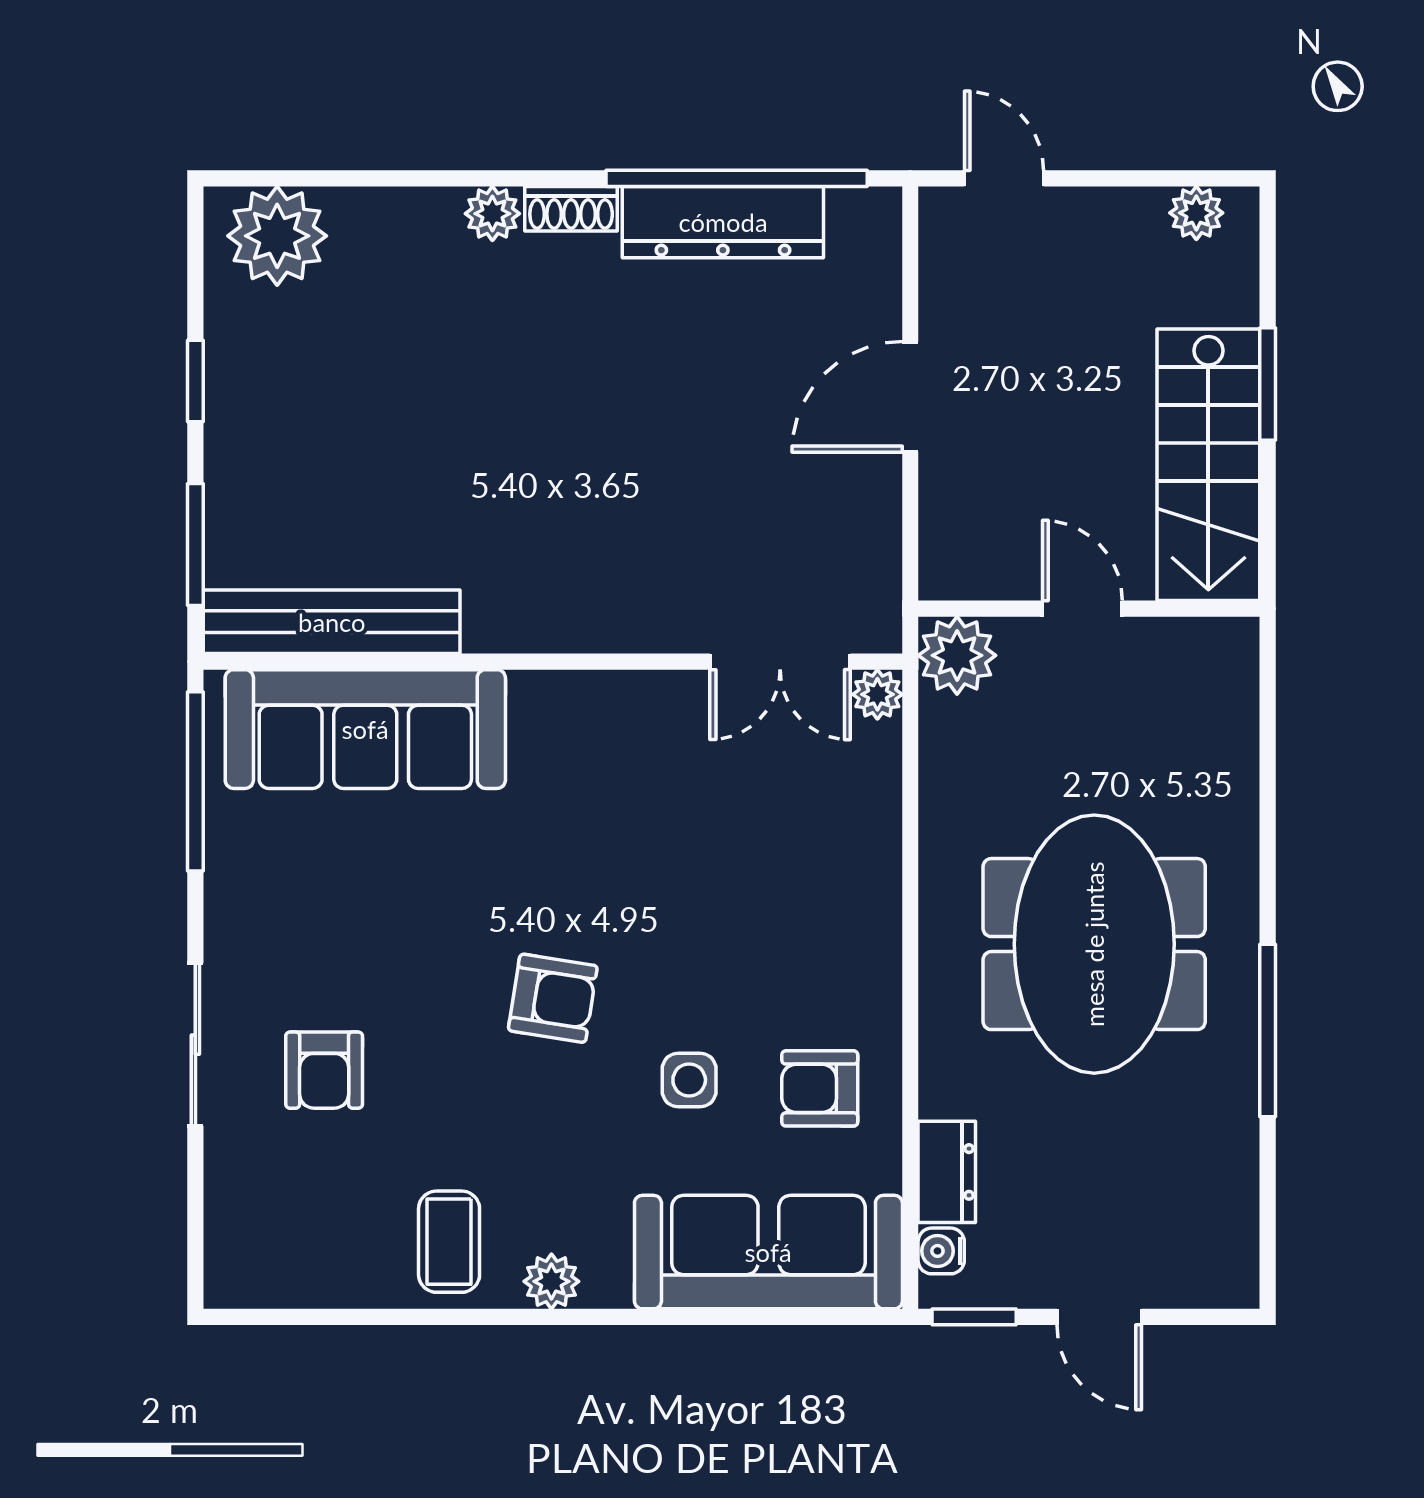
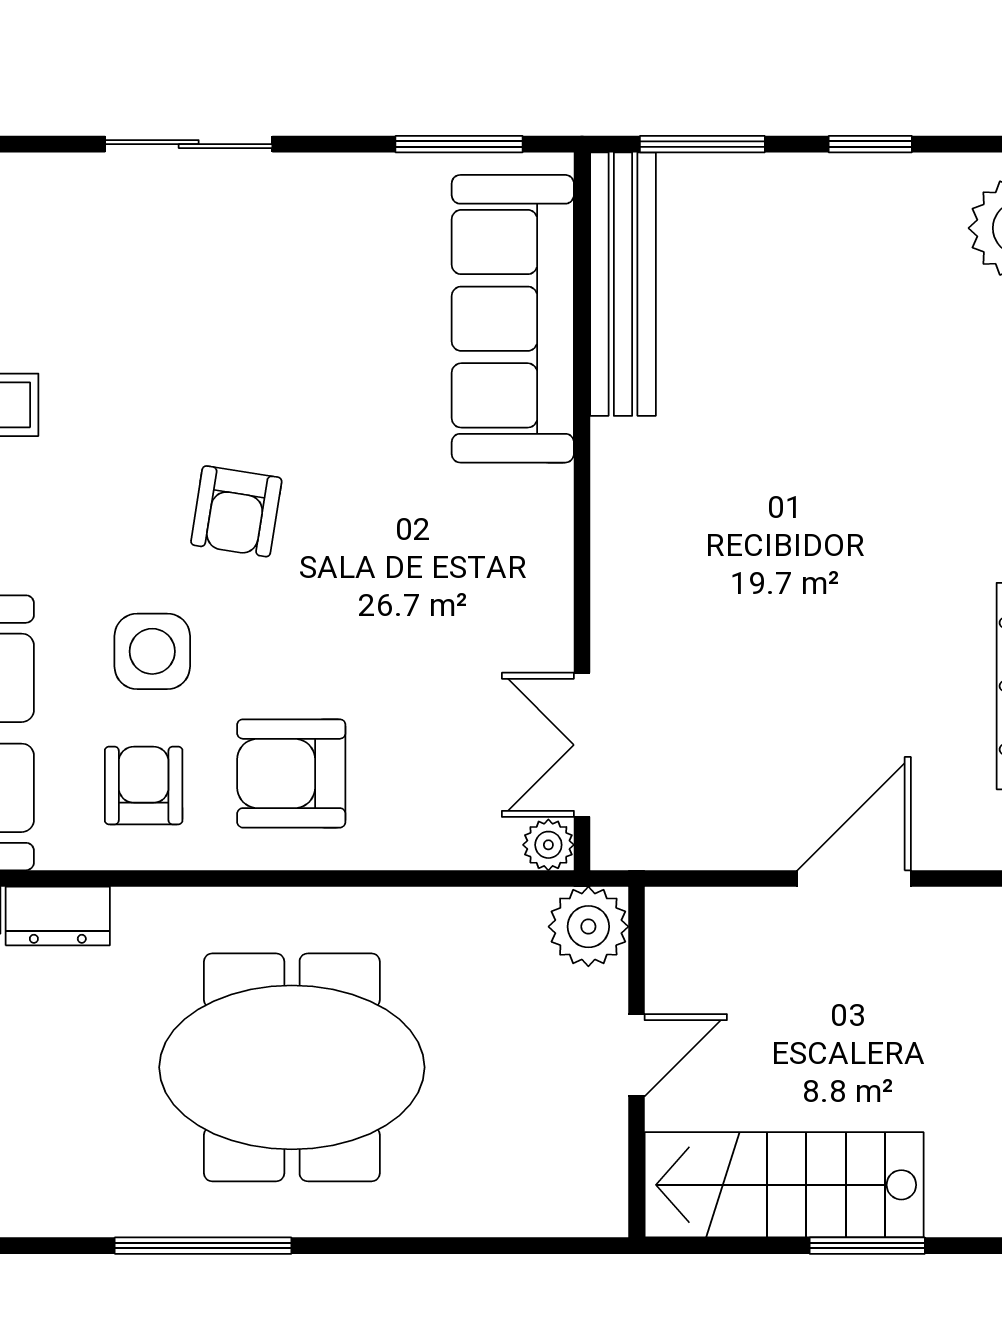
door: (910, 397) -> (854, 878), hinge flipped
window: (195, 781) -> (459, 144), width x0.69
armchair: (324, 1070) -> (291, 773), moved, width x1.38, depth x1.38
side table: (689, 1080) -> (152, 651), width x1.37, depth x1.37

